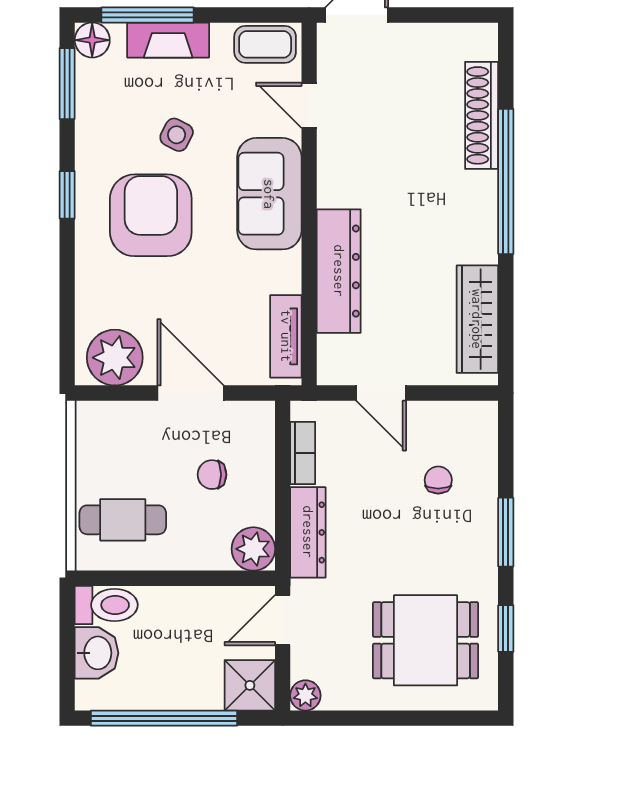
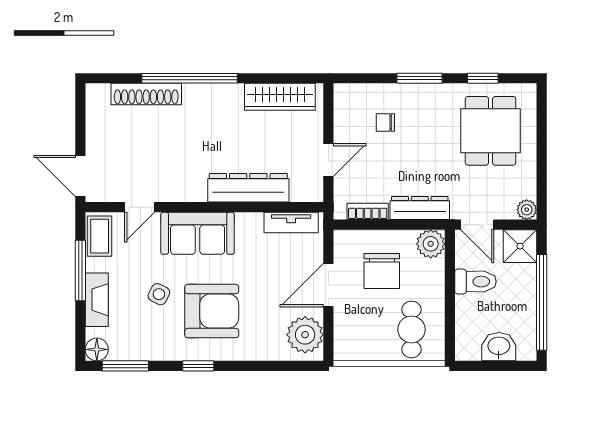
window: (148, 15) -> (80, 271), moved
armchair: (151, 215) -> (212, 311), turned 180
chair: (212, 475) -> (382, 271), width x1.87, depth x1.87
toilet: (106, 605) -> (475, 282), moved, turned 90

